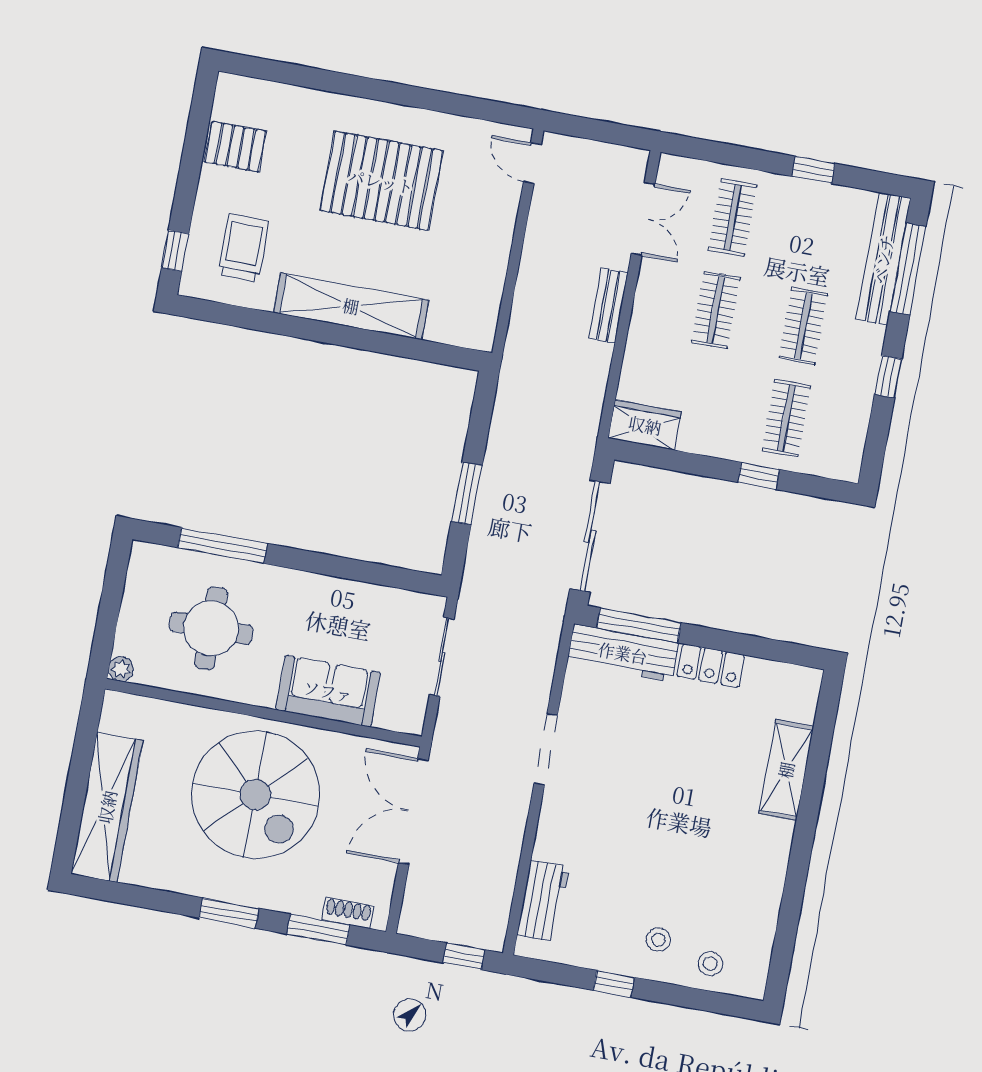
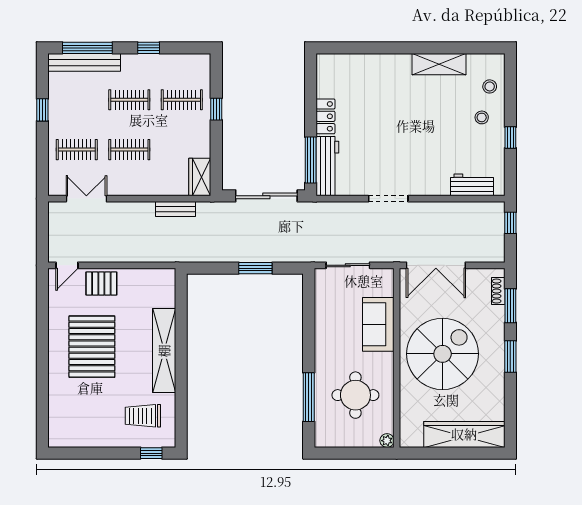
pallet: (235, 147) -> (101, 284), moved, turned 90
bench: (608, 306) -> (175, 209), moved
shelving: (786, 770) -> (439, 64), moved

